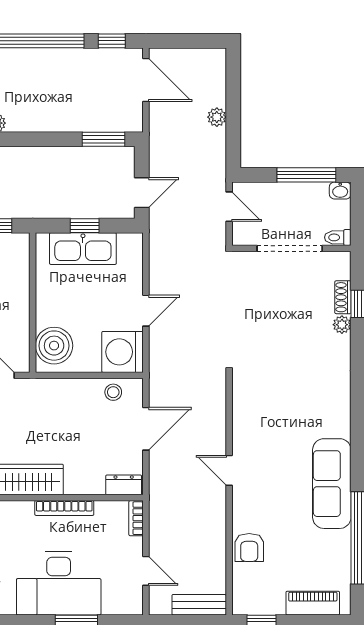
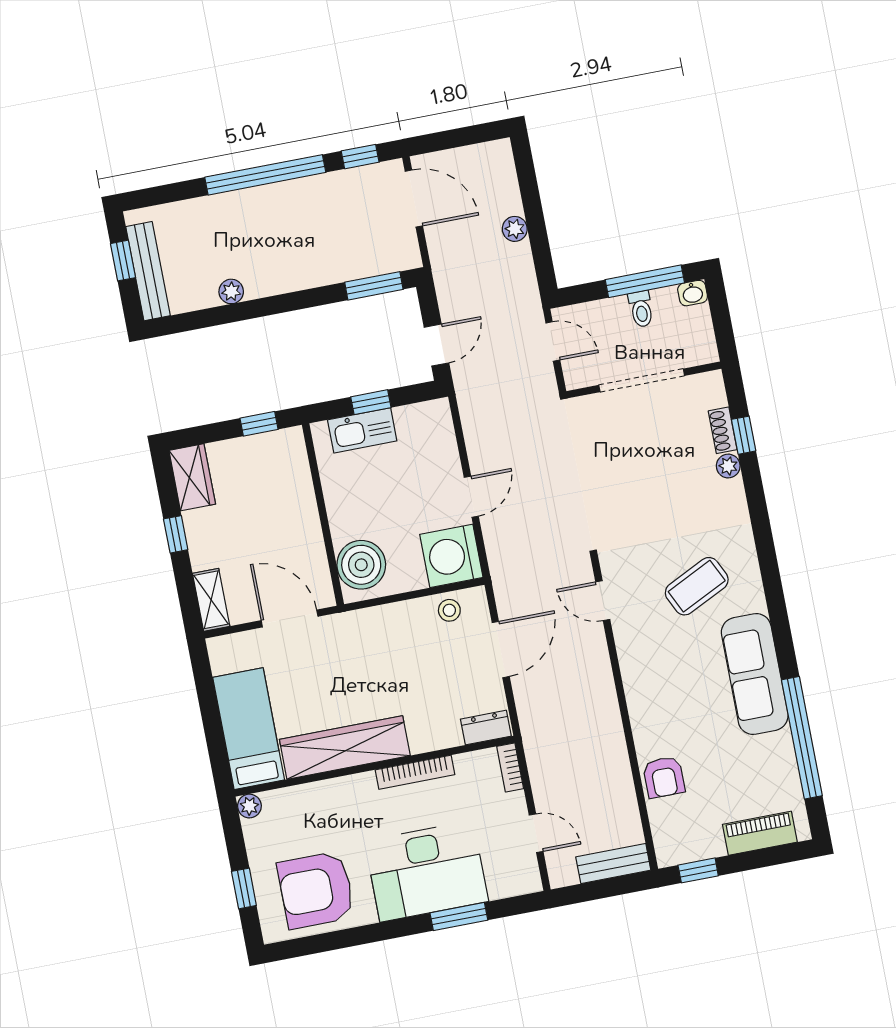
toilet: (338, 237) -> (641, 309), moved, turned -90
kitchen sink: (83, 249) -> (362, 430), width x0.73, depth x0.81
coffee table: (301, 410) -> (697, 586), added
door: (229, 470) -> (603, 601), moved

